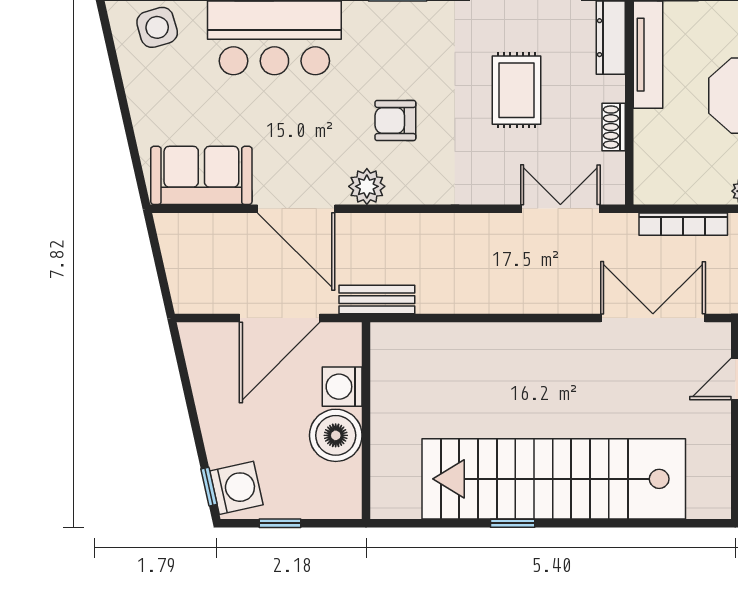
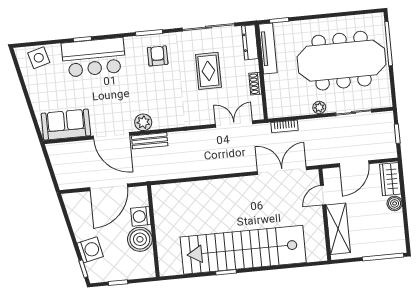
armchair: (395, 120) -> (158, 56), moved, turned 90
bookcase: (683, 224) -> (284, 126), width x0.64
bench: (377, 300) -> (150, 141), moved
washing machine: (236, 488) -> (90, 250), moved

